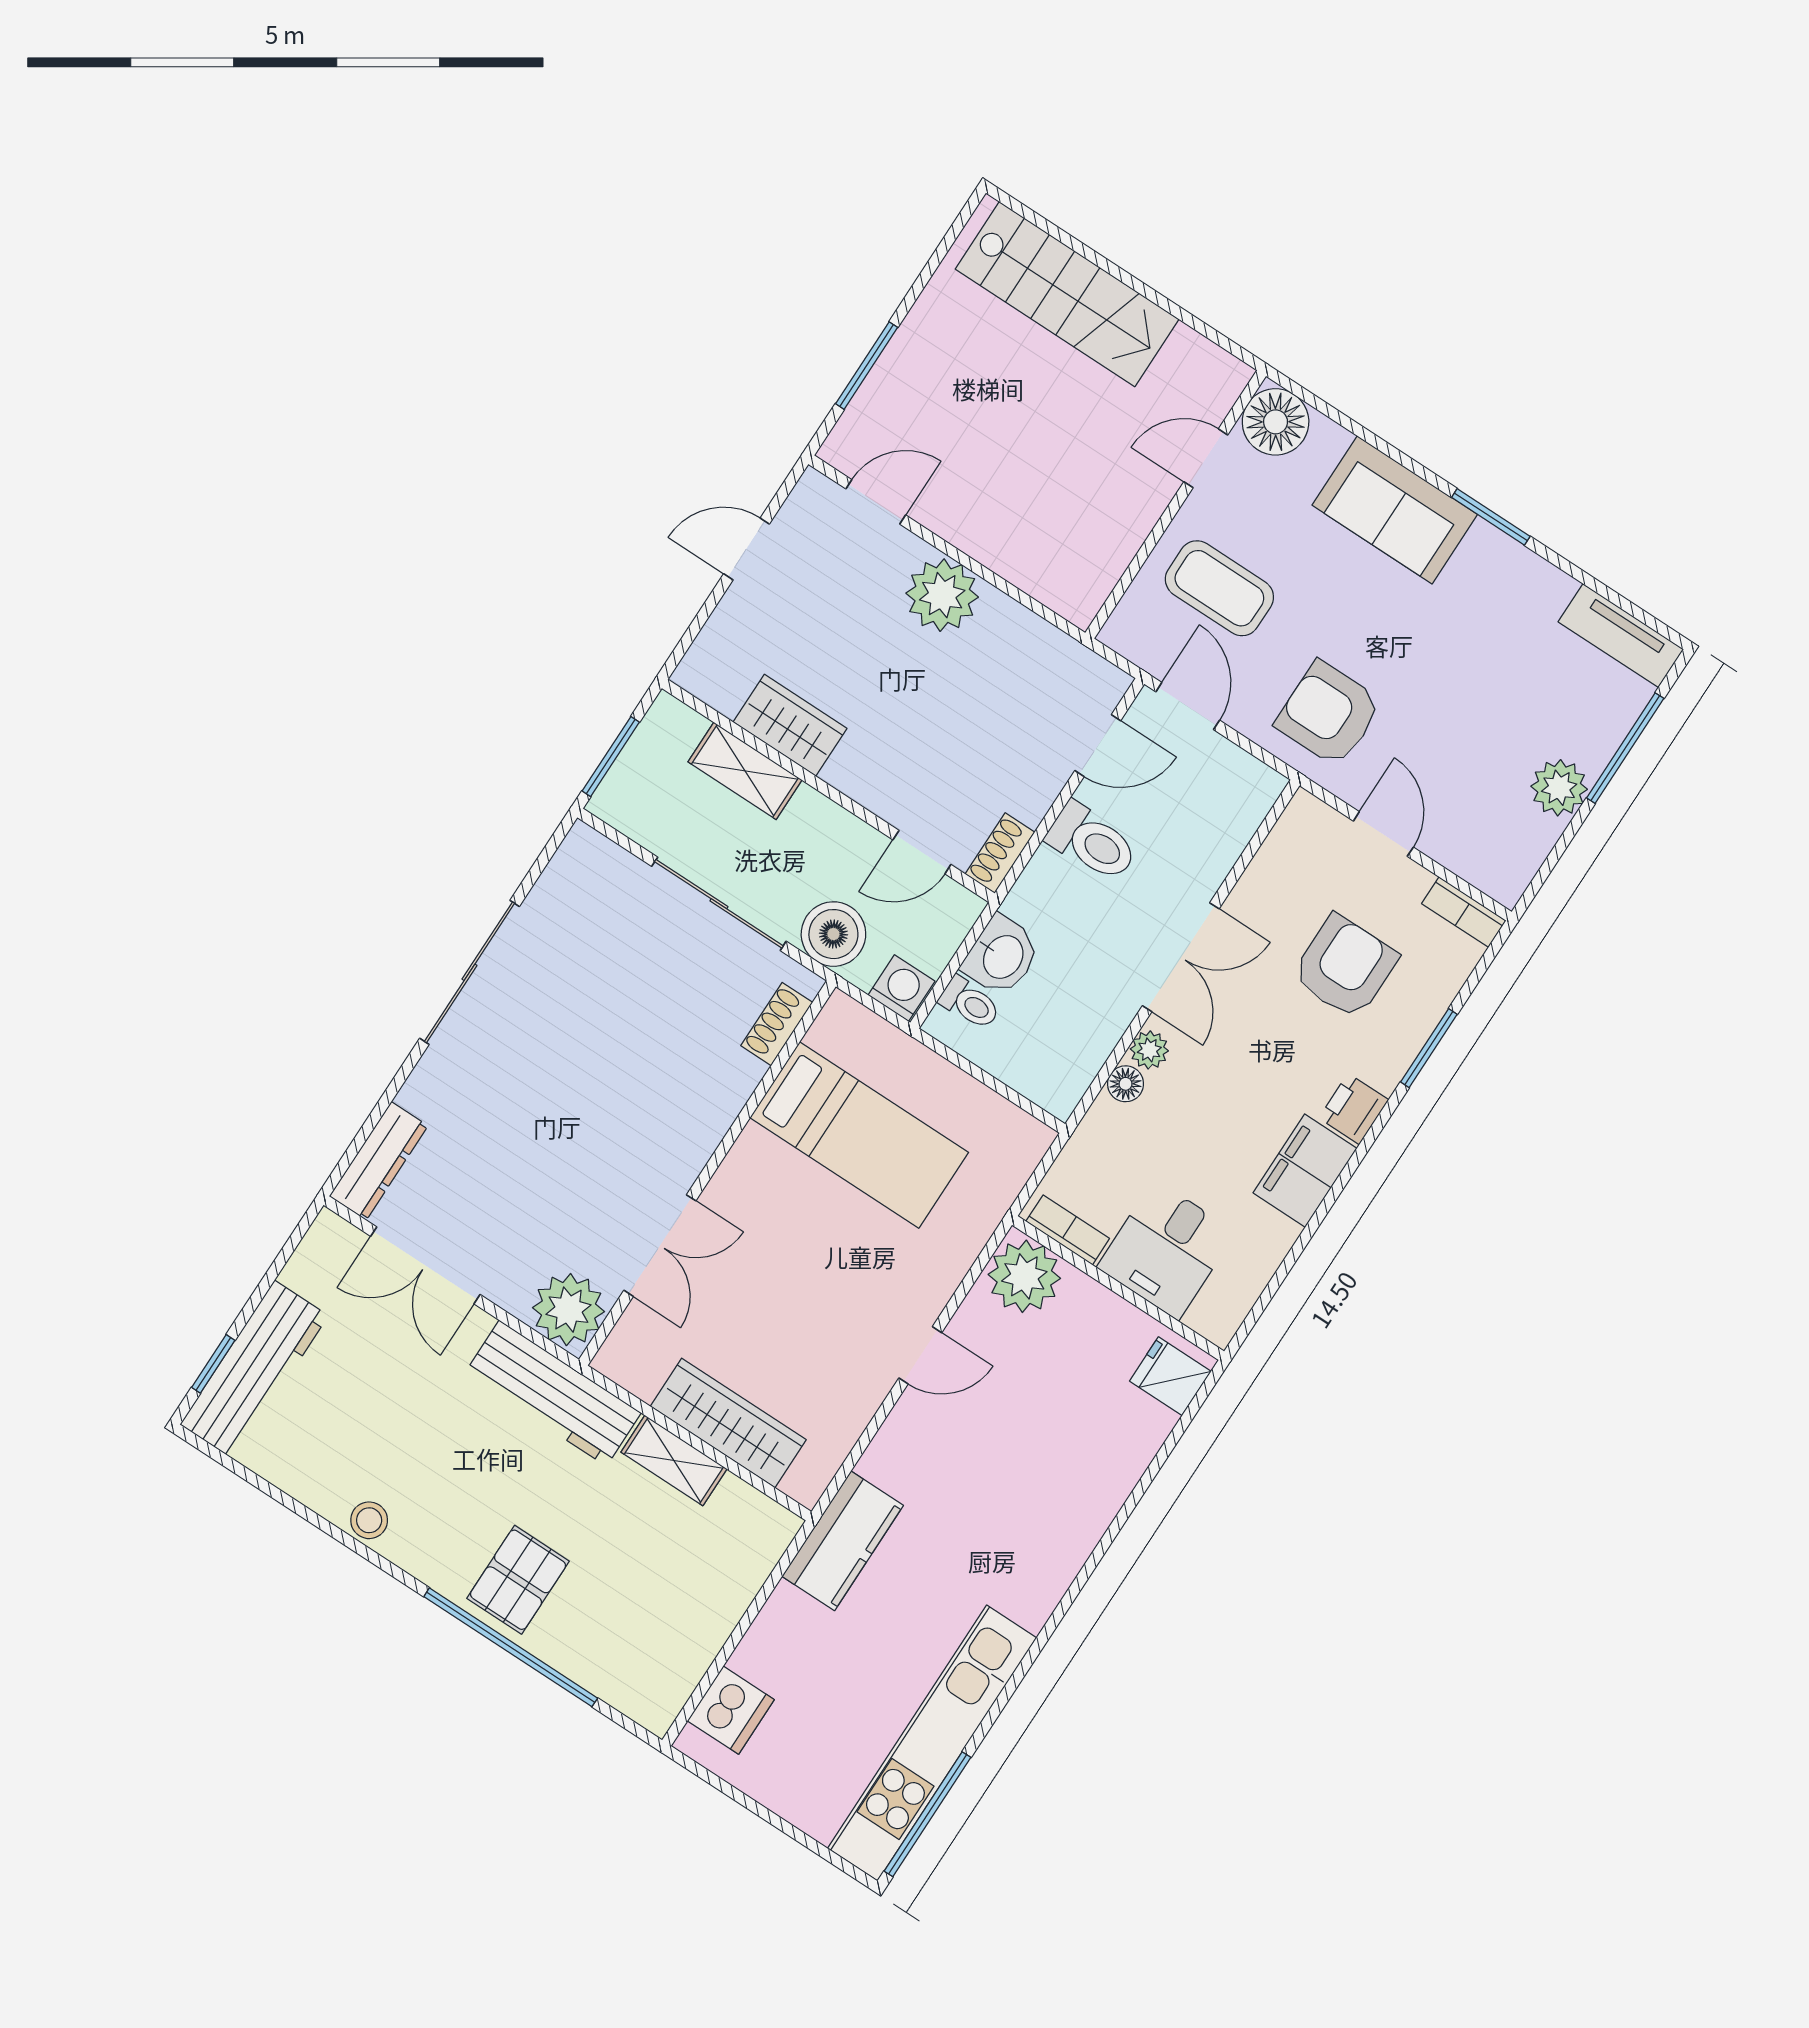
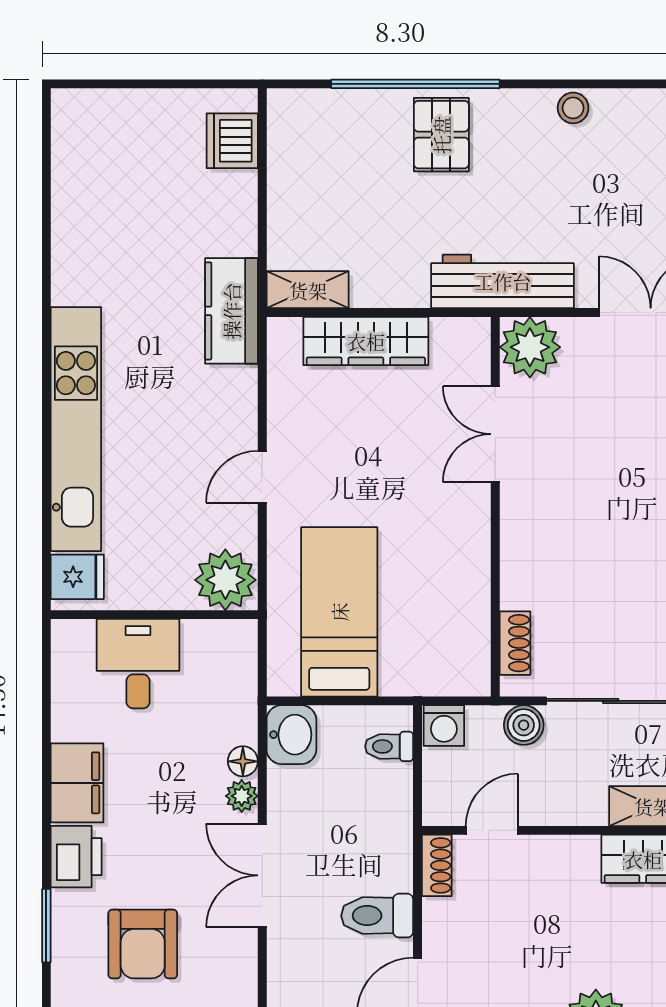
boiler: (833, 934) -> (524, 725), width x0.73, depth x0.73
washbasin: (1002, 956) -> (291, 735), moved, turned 180
printer: (1354, 1109) -> (76, 857), width x1.36, depth x1.24
bed: (859, 1135) -> (339, 612), moved, turned 90
bookcase: (1068, 1230) -> (216, 632), removed
shelving: (674, 1461) -> (308, 290), moved
kitchen unit: (932, 1743) -> (76, 429), moved
window: (928, 1814) -> (46, 158), removed

